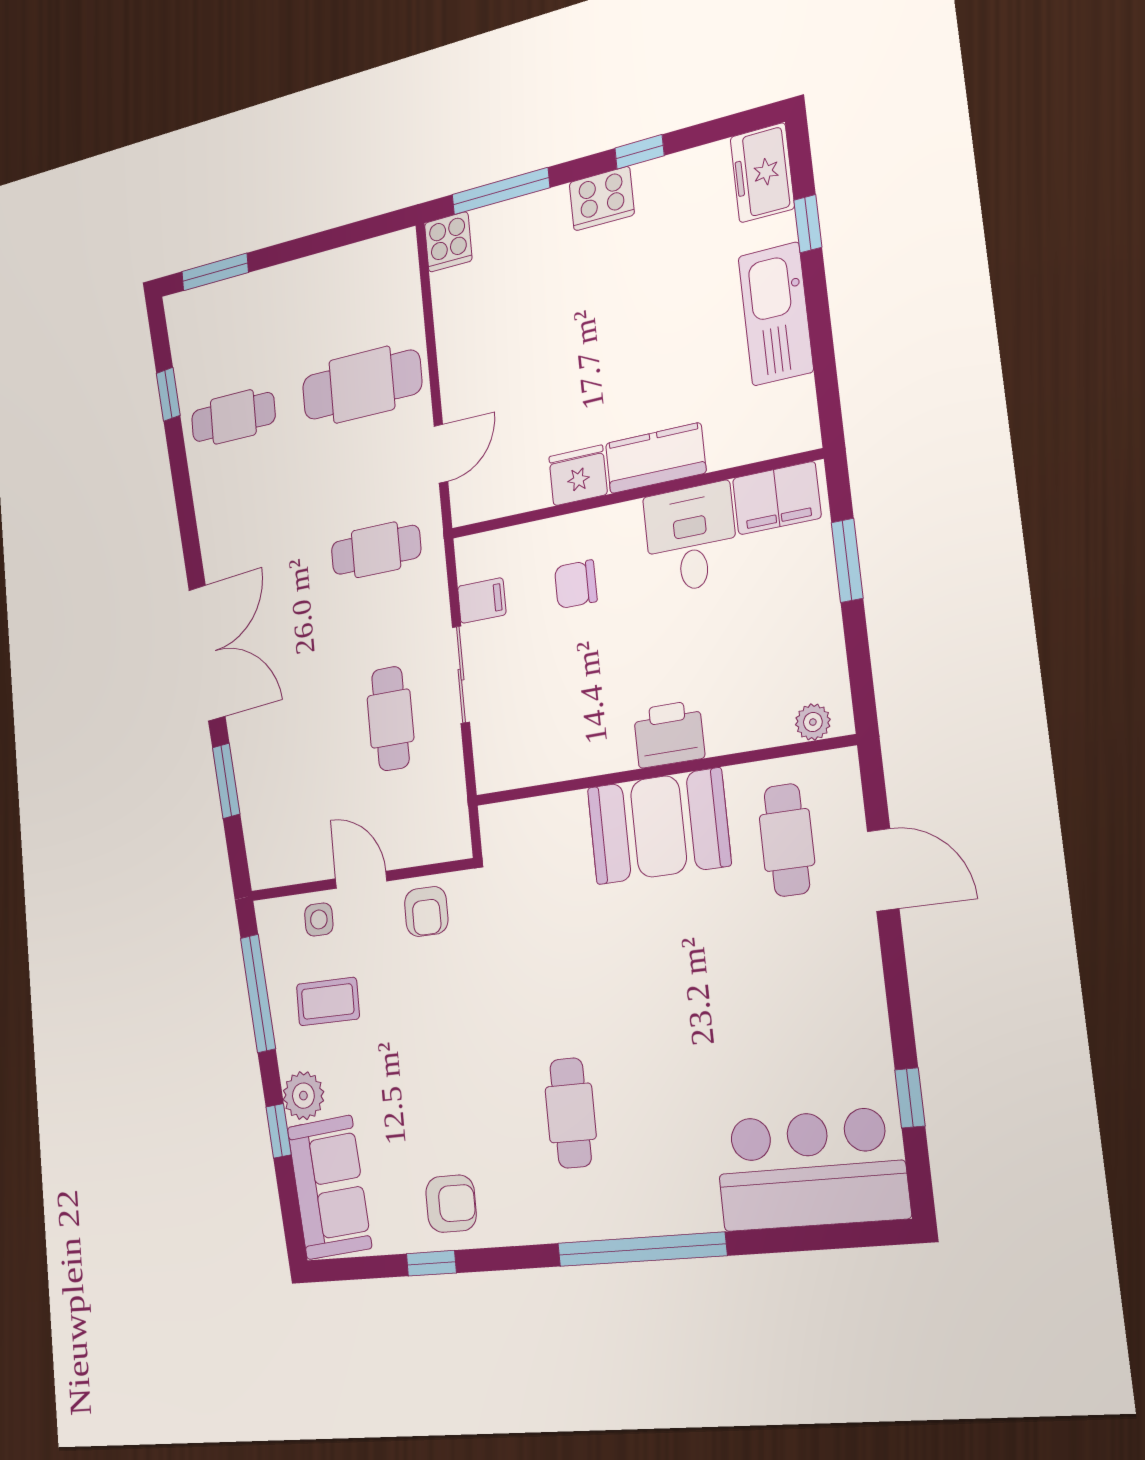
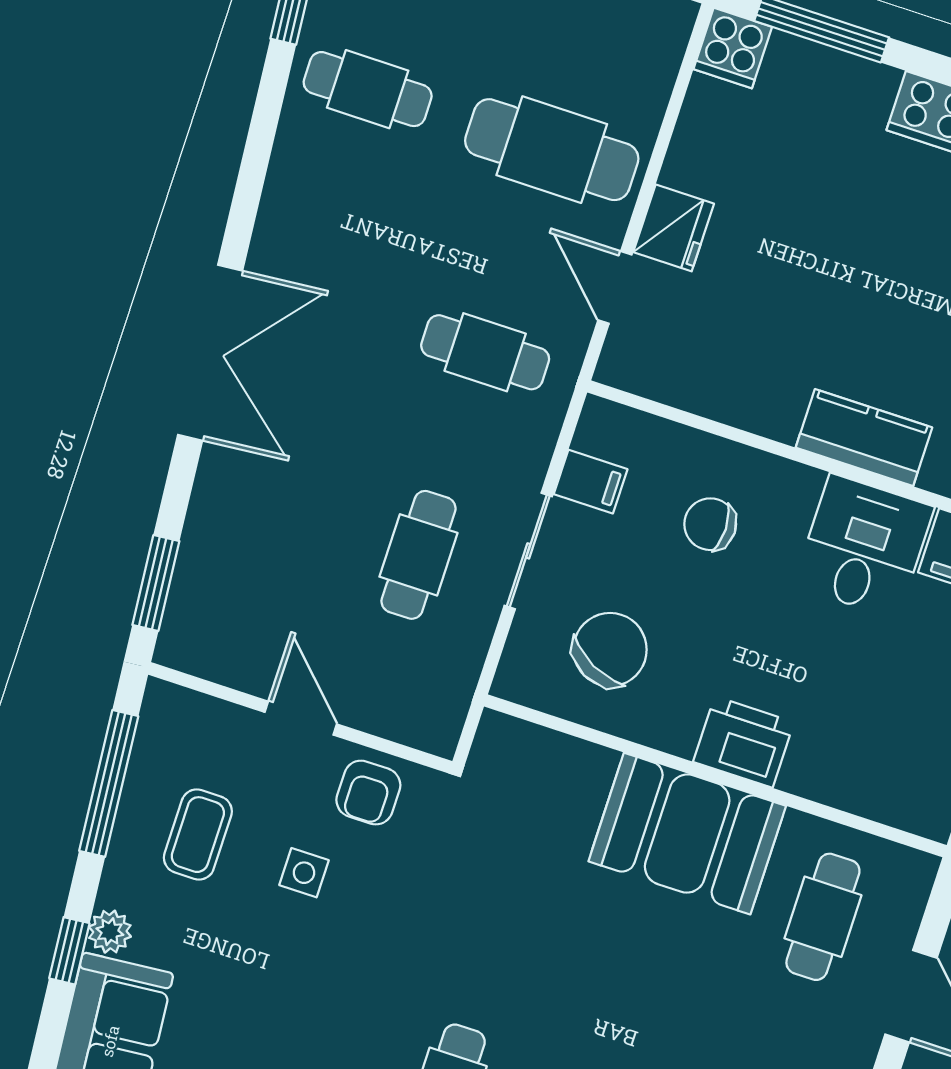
door: (441, 454) -> (615, 287), swing flipped
fridge: (578, 475) -> (674, 228), moved, turned 90
chair: (546, 716) -> (610, 650), added
plant: (813, 722) -> (907, 810), removed
window: (226, 781) -> (156, 583), moved
side table: (319, 919) -> (304, 873), moved
coffee table: (328, 1002) -> (198, 835), turned 90
plant: (303, 1096) -> (110, 932), width x0.73, depth x0.73

